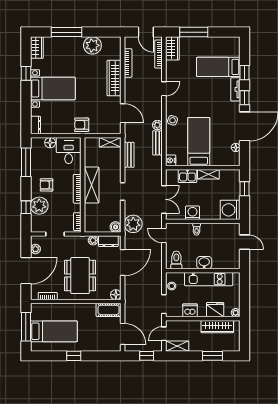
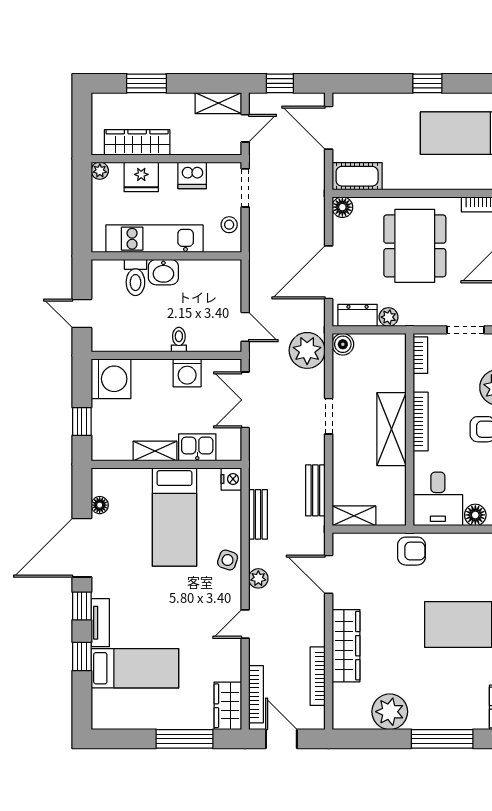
plant: (157, 125) -> (258, 578), moved
toilet: (176, 260) -> (135, 277), moved

